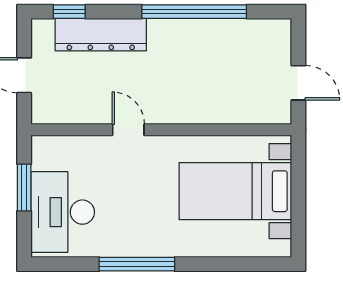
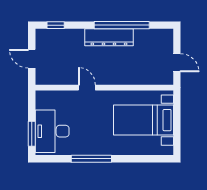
dresser: (101, 35) -> (109, 37), moved
window: (24, 187) -> (32, 134), moved

